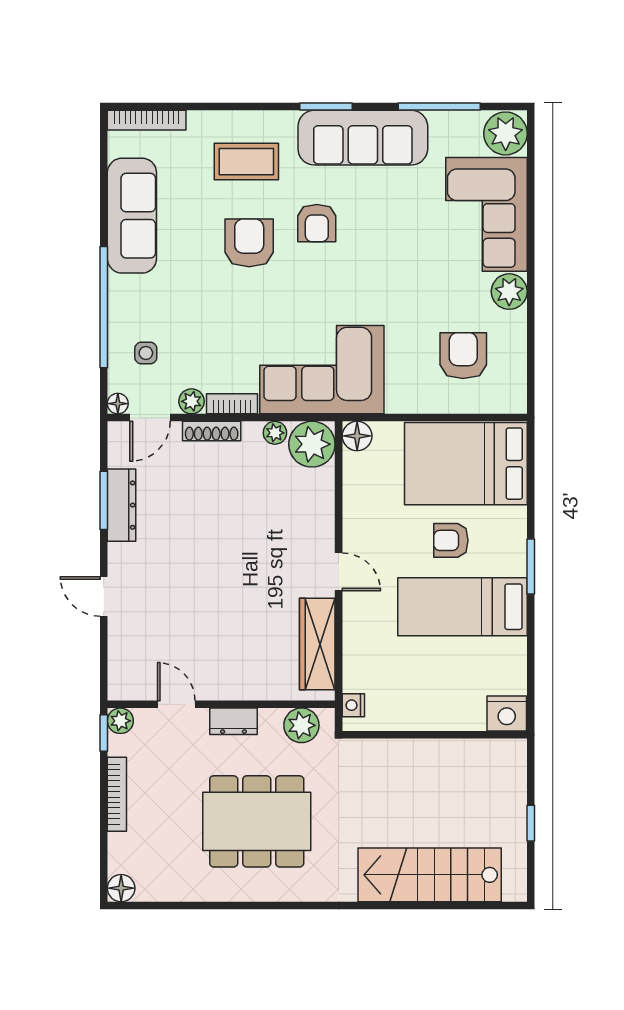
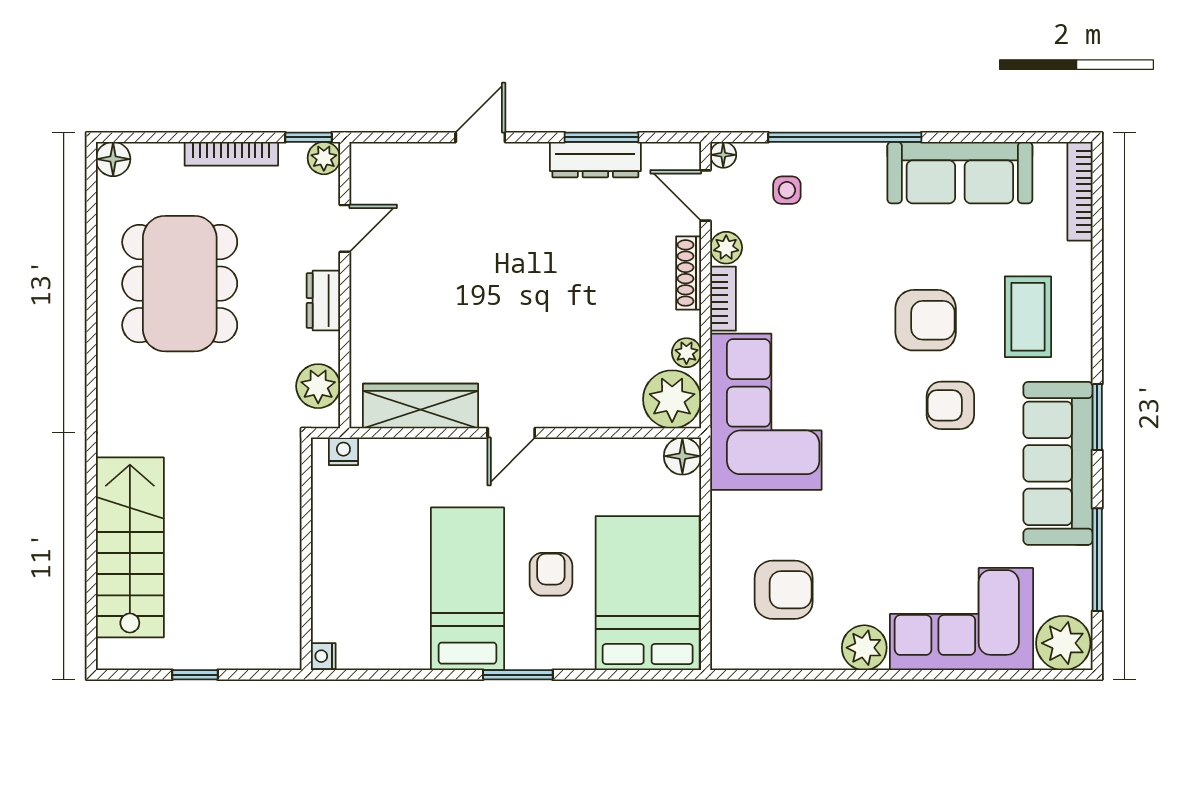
nightstand: (507, 713) -> (323, 656), width x0.53, depth x0.56
dining table: (257, 821) -> (180, 284), moved

